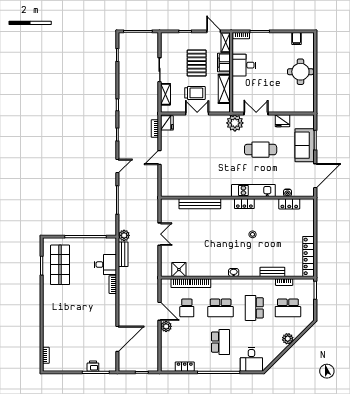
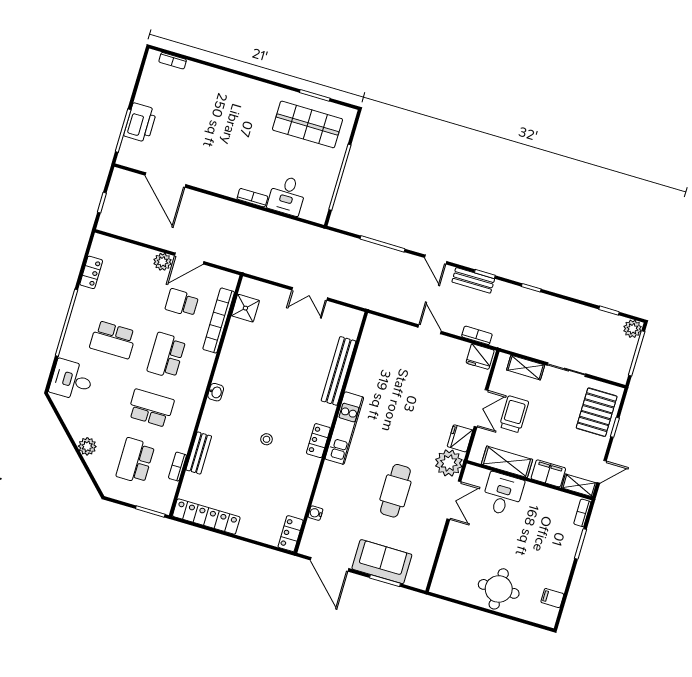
pallet: (197, 63) -> (597, 412), moved, turned 90
desk: (244, 65) -> (503, 494), moved
trolley: (195, 93) -> (514, 414), turned 180
fridge: (283, 121) -> (460, 438), moved
kitchen unit: (253, 190) -> (344, 428), moved
locker: (289, 204) -> (291, 534), moved
plant: (124, 235) -> (633, 329), moved
bench: (123, 254) -> (473, 280), moved
printer: (93, 366) -> (140, 123), width x1.87, depth x1.48

